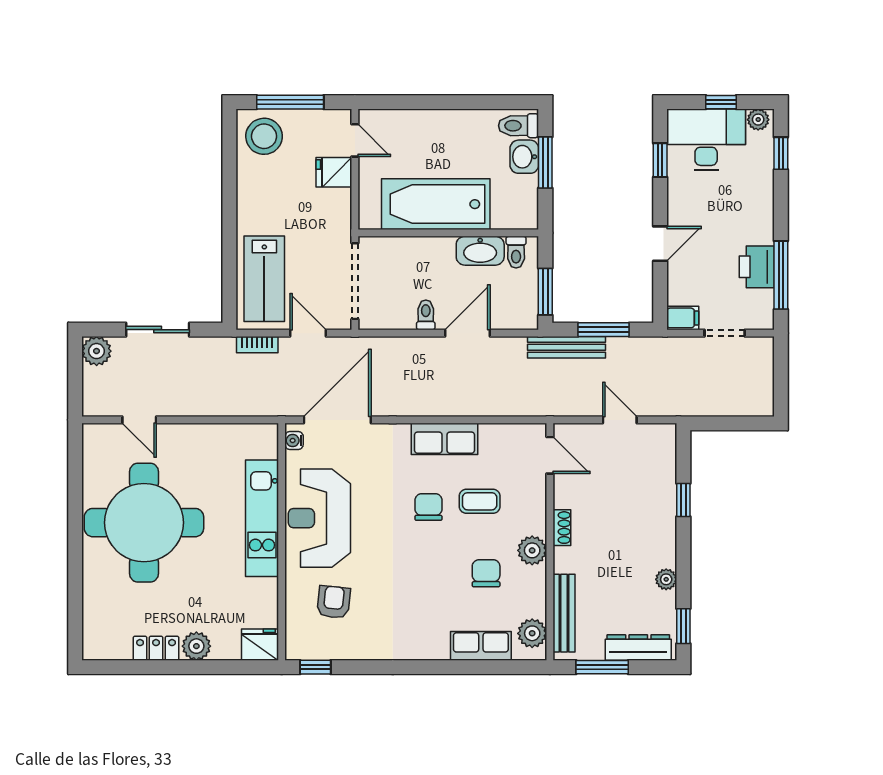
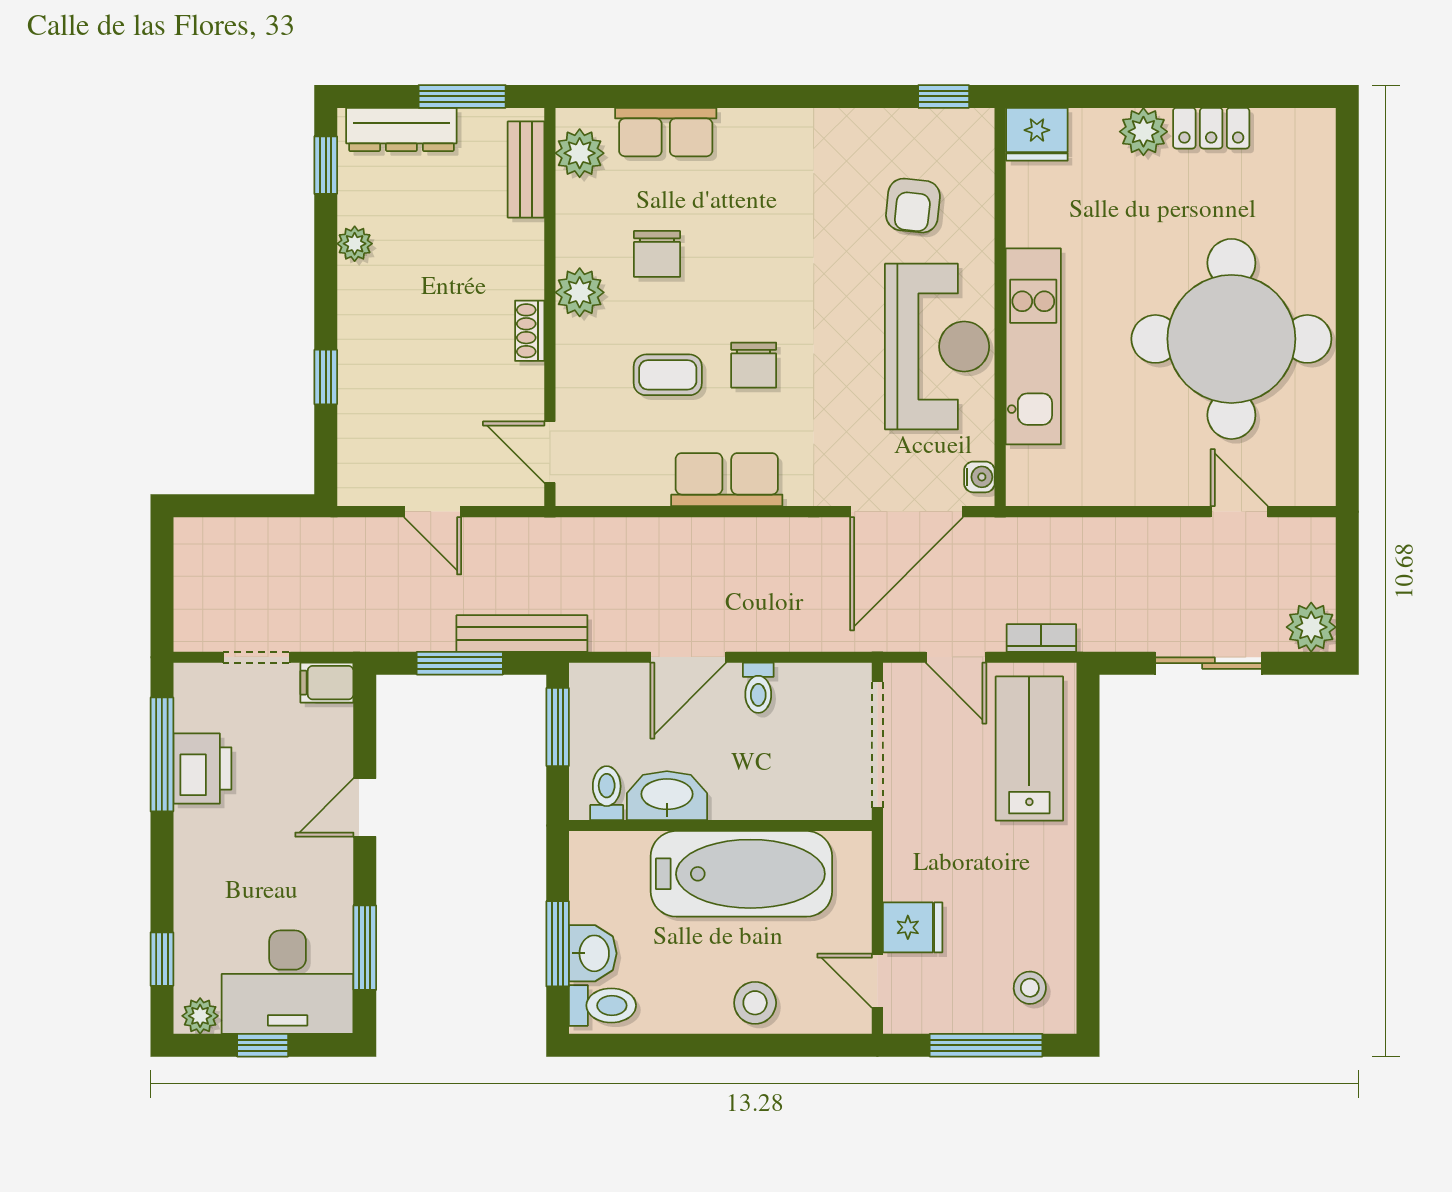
stool: (428, 127) -> (755, 1003), added
stool: (264, 136) -> (1030, 988), width x0.53, depth x0.53
window: (660, 160) -> (365, 948), width x1.50
bench: (564, 613) -> (526, 170), width x0.73

